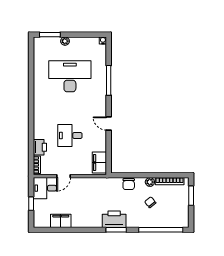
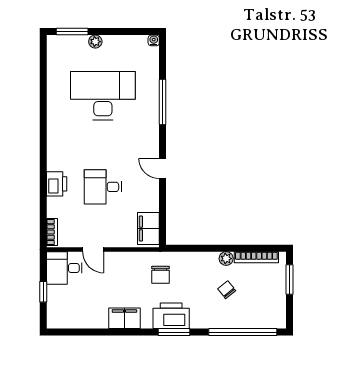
printer: (40, 147) -> (57, 184), moved
door: (64, 176) -> (93, 250), hinge flipped
chair: (129, 184) -> (160, 275), moved
filing cabinet: (61, 221) -> (124, 318), moved

